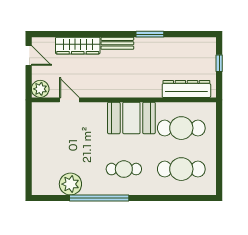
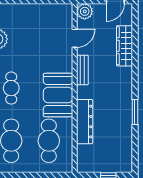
bench: (117, 43) -> (82, 70), moved
dresser: (186, 89) -> (85, 122), moved

